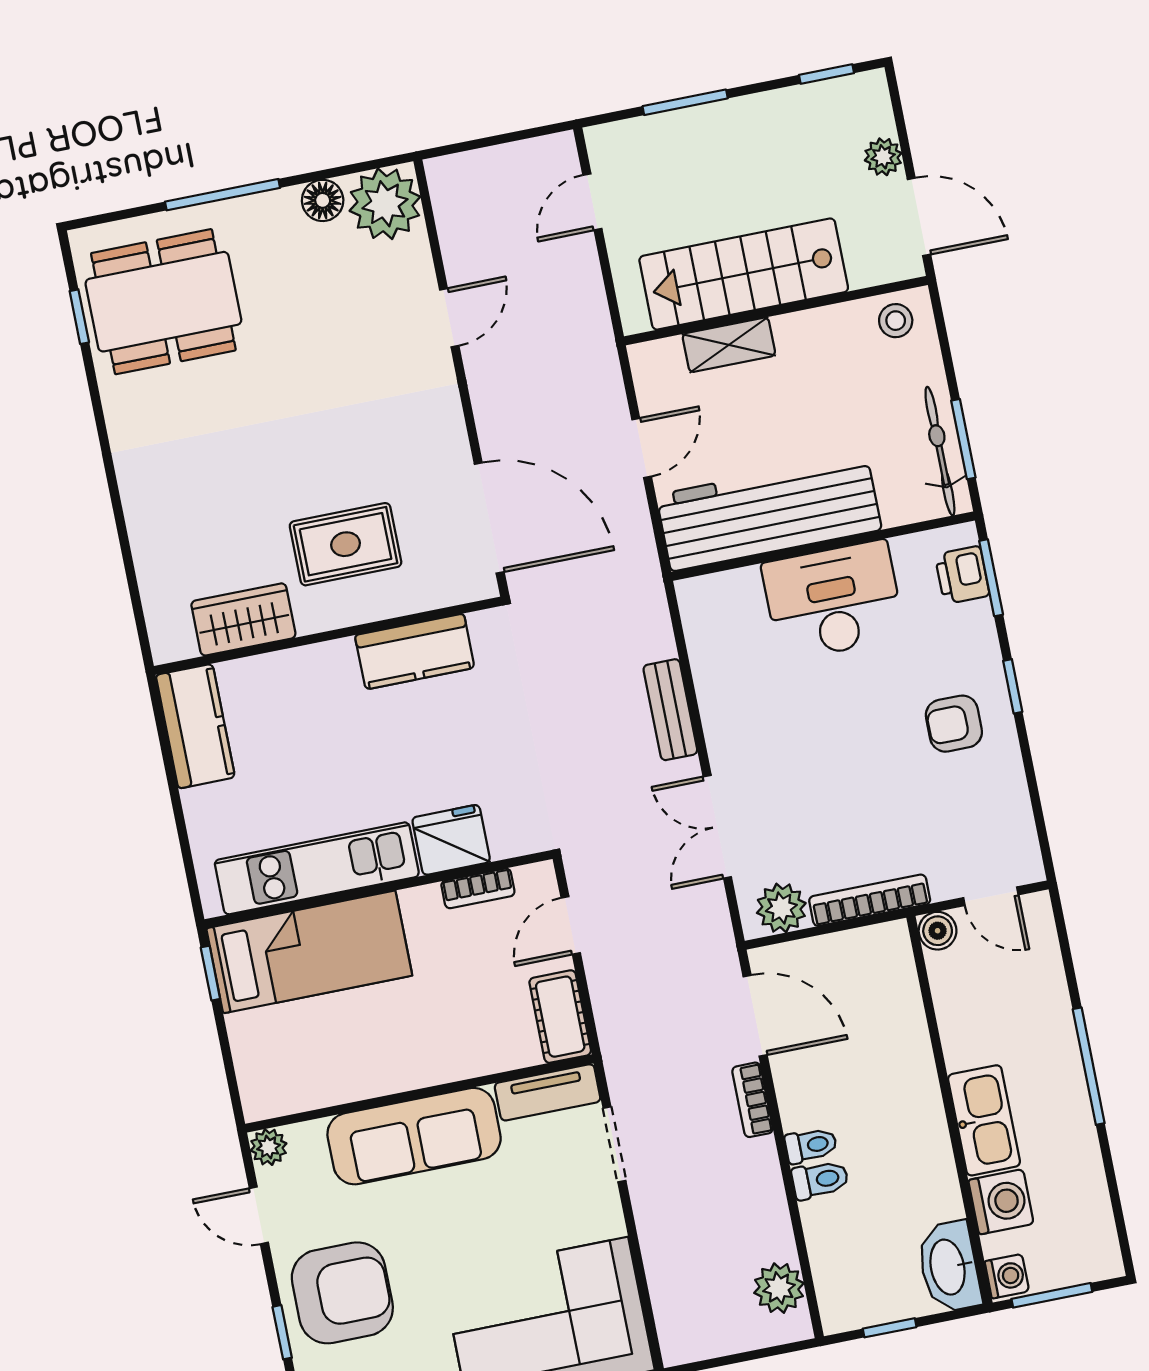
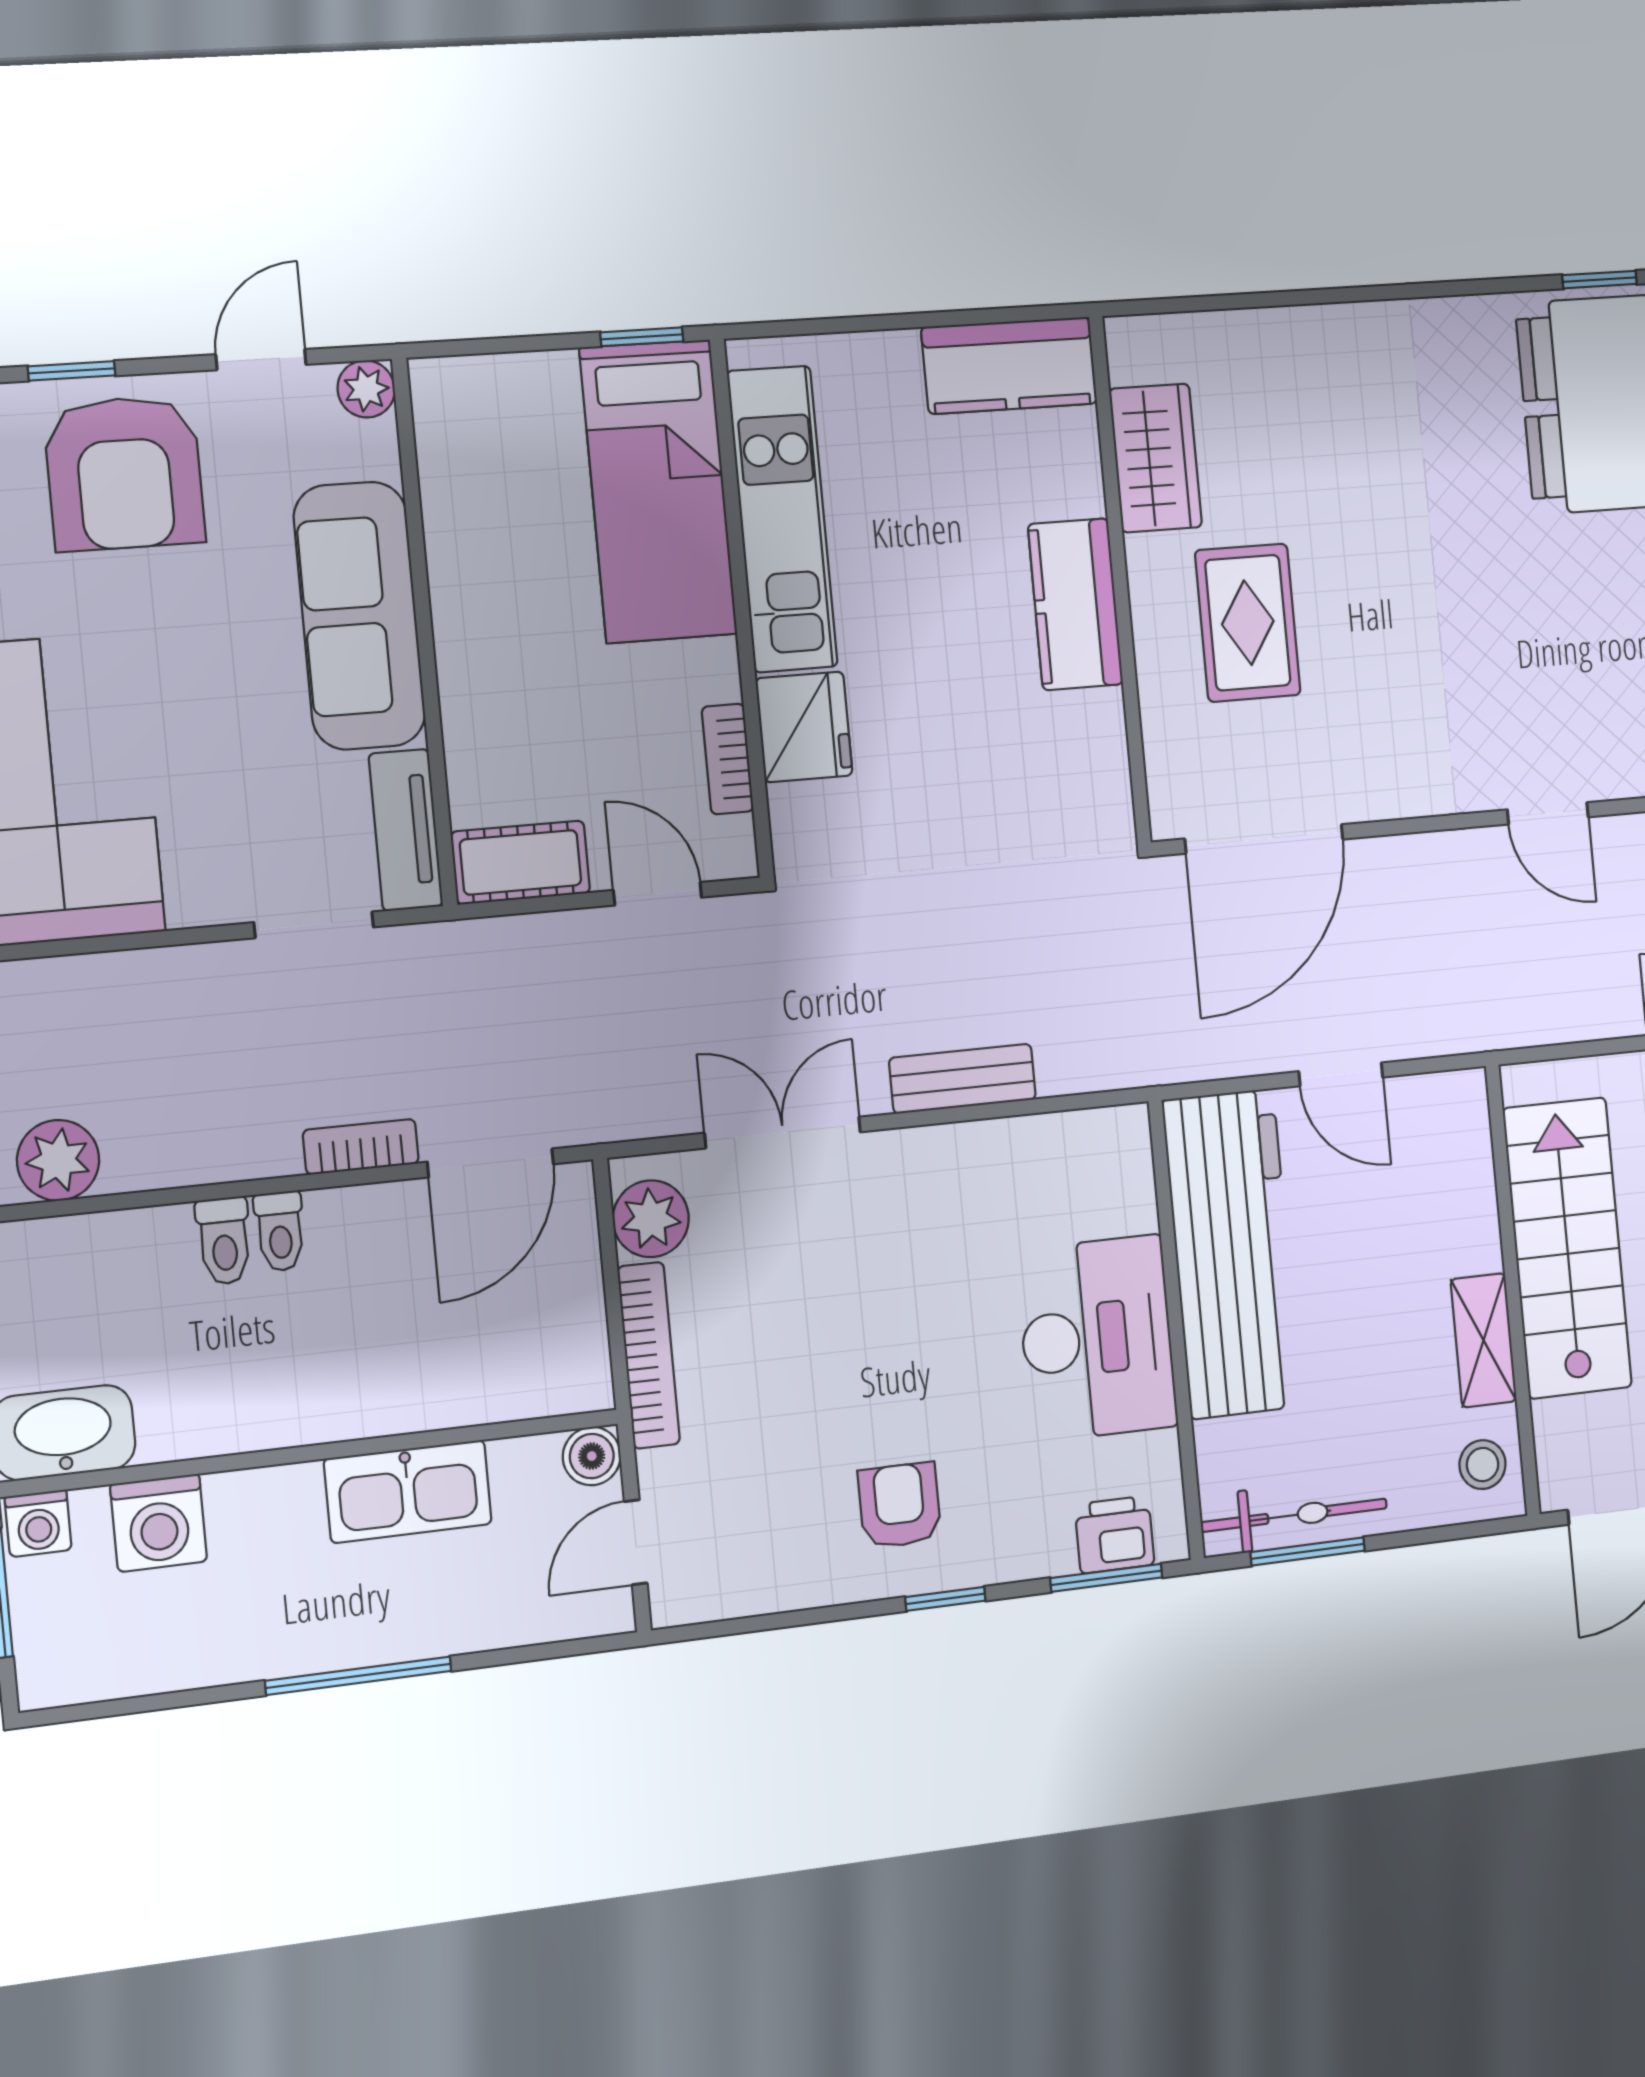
shelving: (729, 345) -> (1484, 1340), moved
kitchen counter: (415, 651) -> (1075, 604), moved
kitchen sink: (984, 1120) -> (408, 1491), moved

